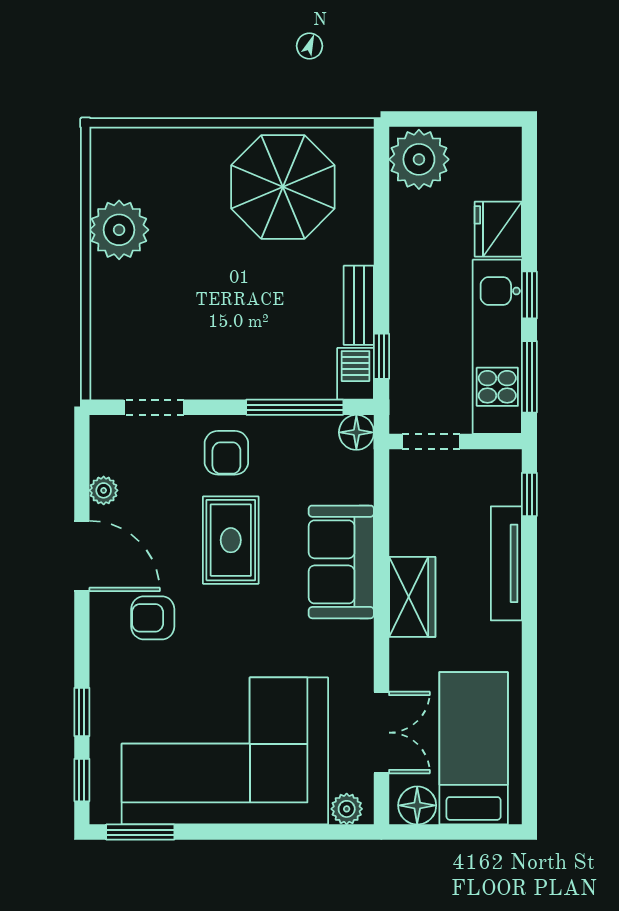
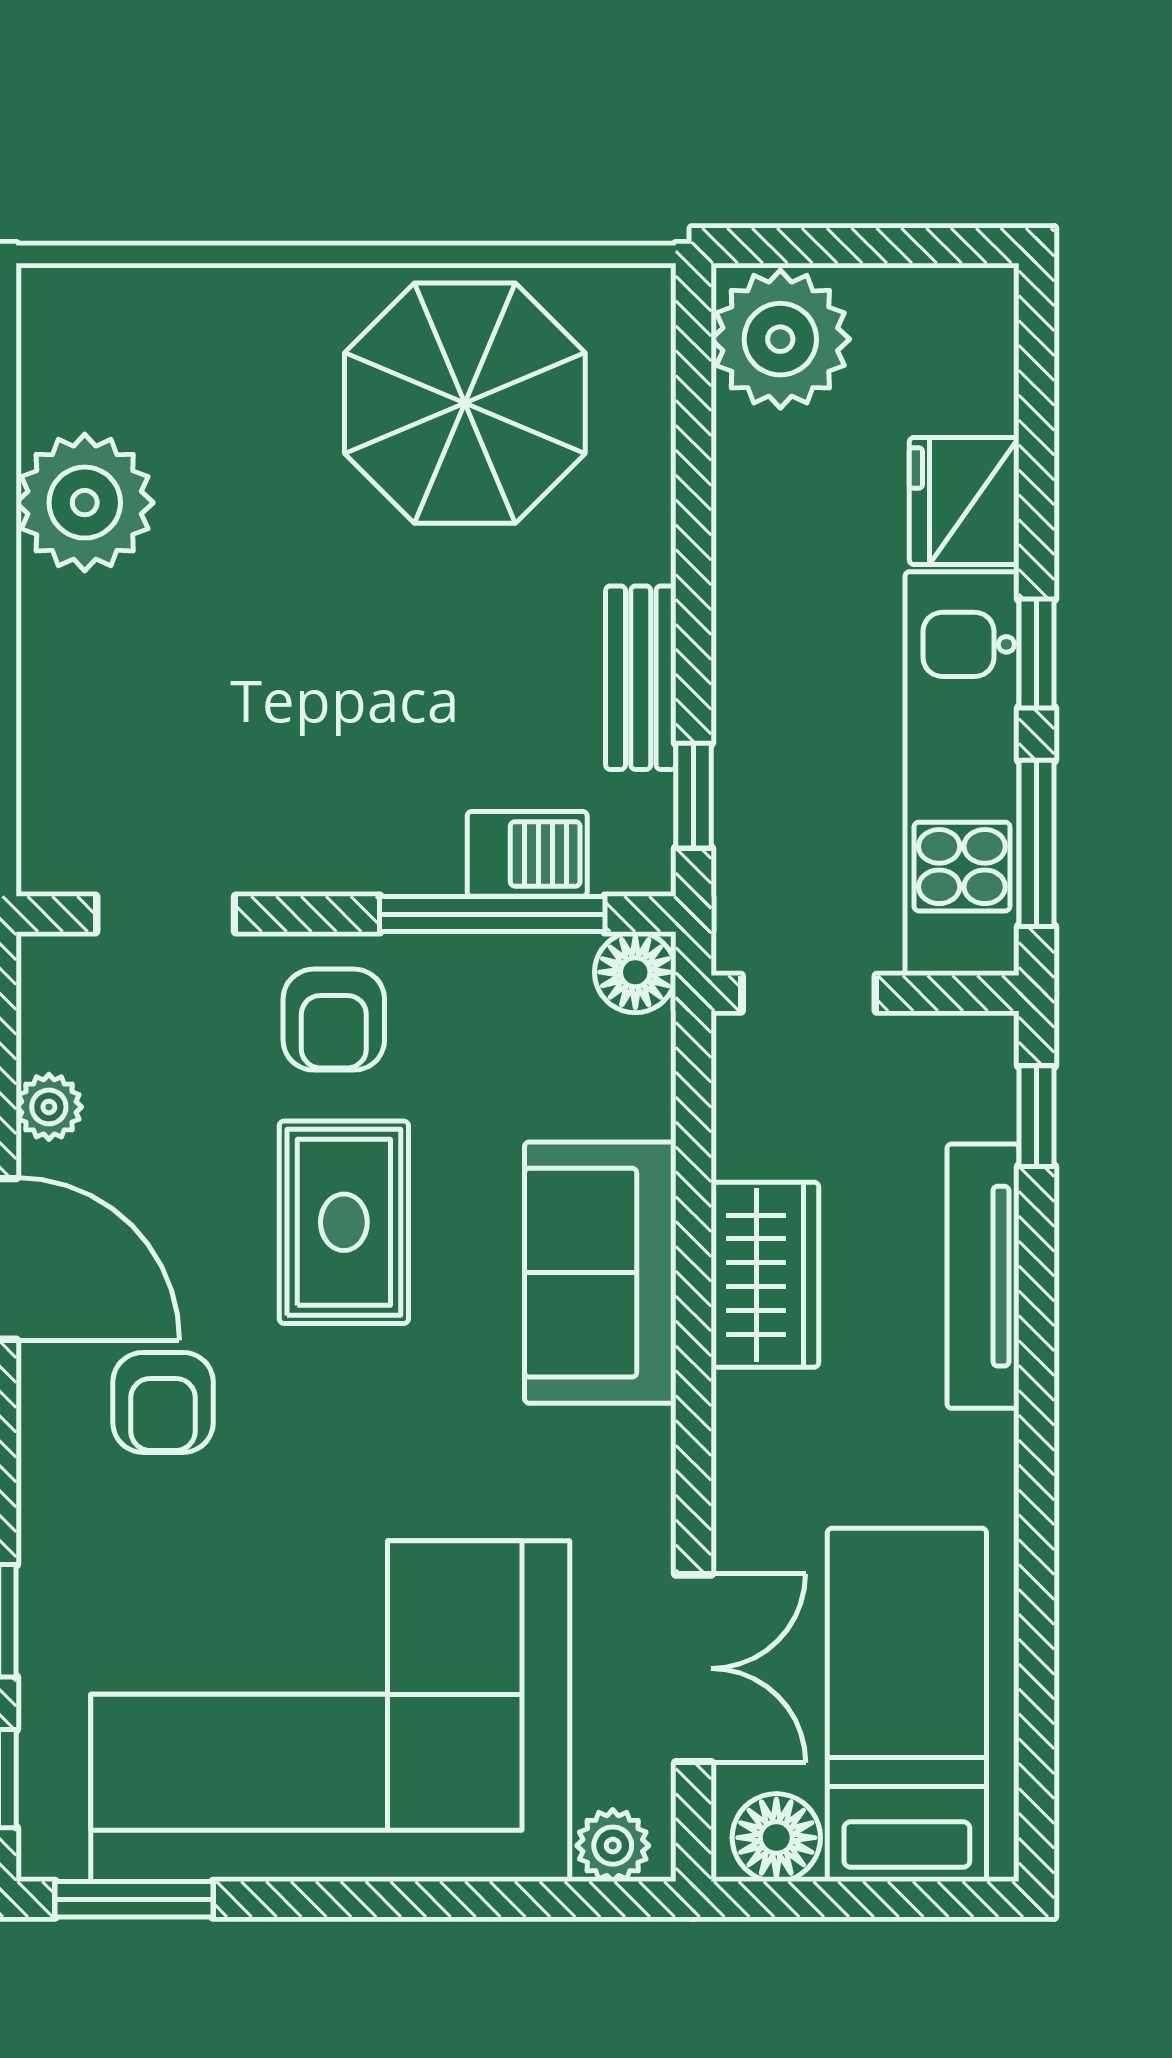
barbecue: (356, 374) -> (527, 854), moved, turned 90
wardrobe: (412, 597) -> (765, 1275), moved
armchair: (153, 618) -> (163, 1402), turned -90

